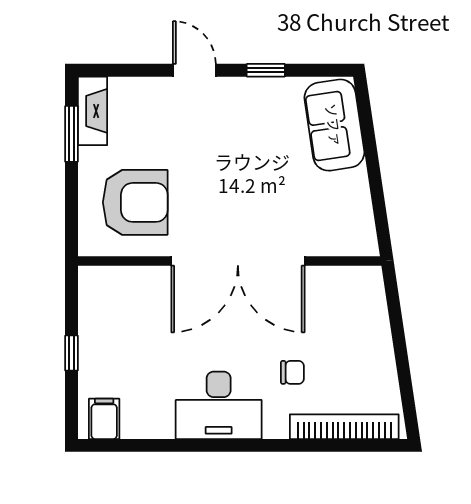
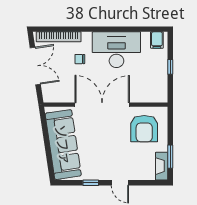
sofa: (334, 125) -> (63, 145), width x1.85, depth x1.27
armchair: (135, 202) -> (144, 129), turned -90
double door: (401, 355) -> (35, 66), added
desk: (219, 405) -> (116, 50), width x1.36, depth x1.30

